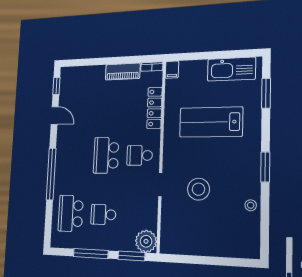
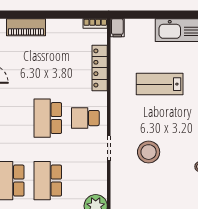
piano: (123, 72) -> (26, 27), moved
lab bench: (211, 122) -> (160, 84), width x0.73, depth x0.72
school desk: (103, 215) -> (48, 181), width x1.85

